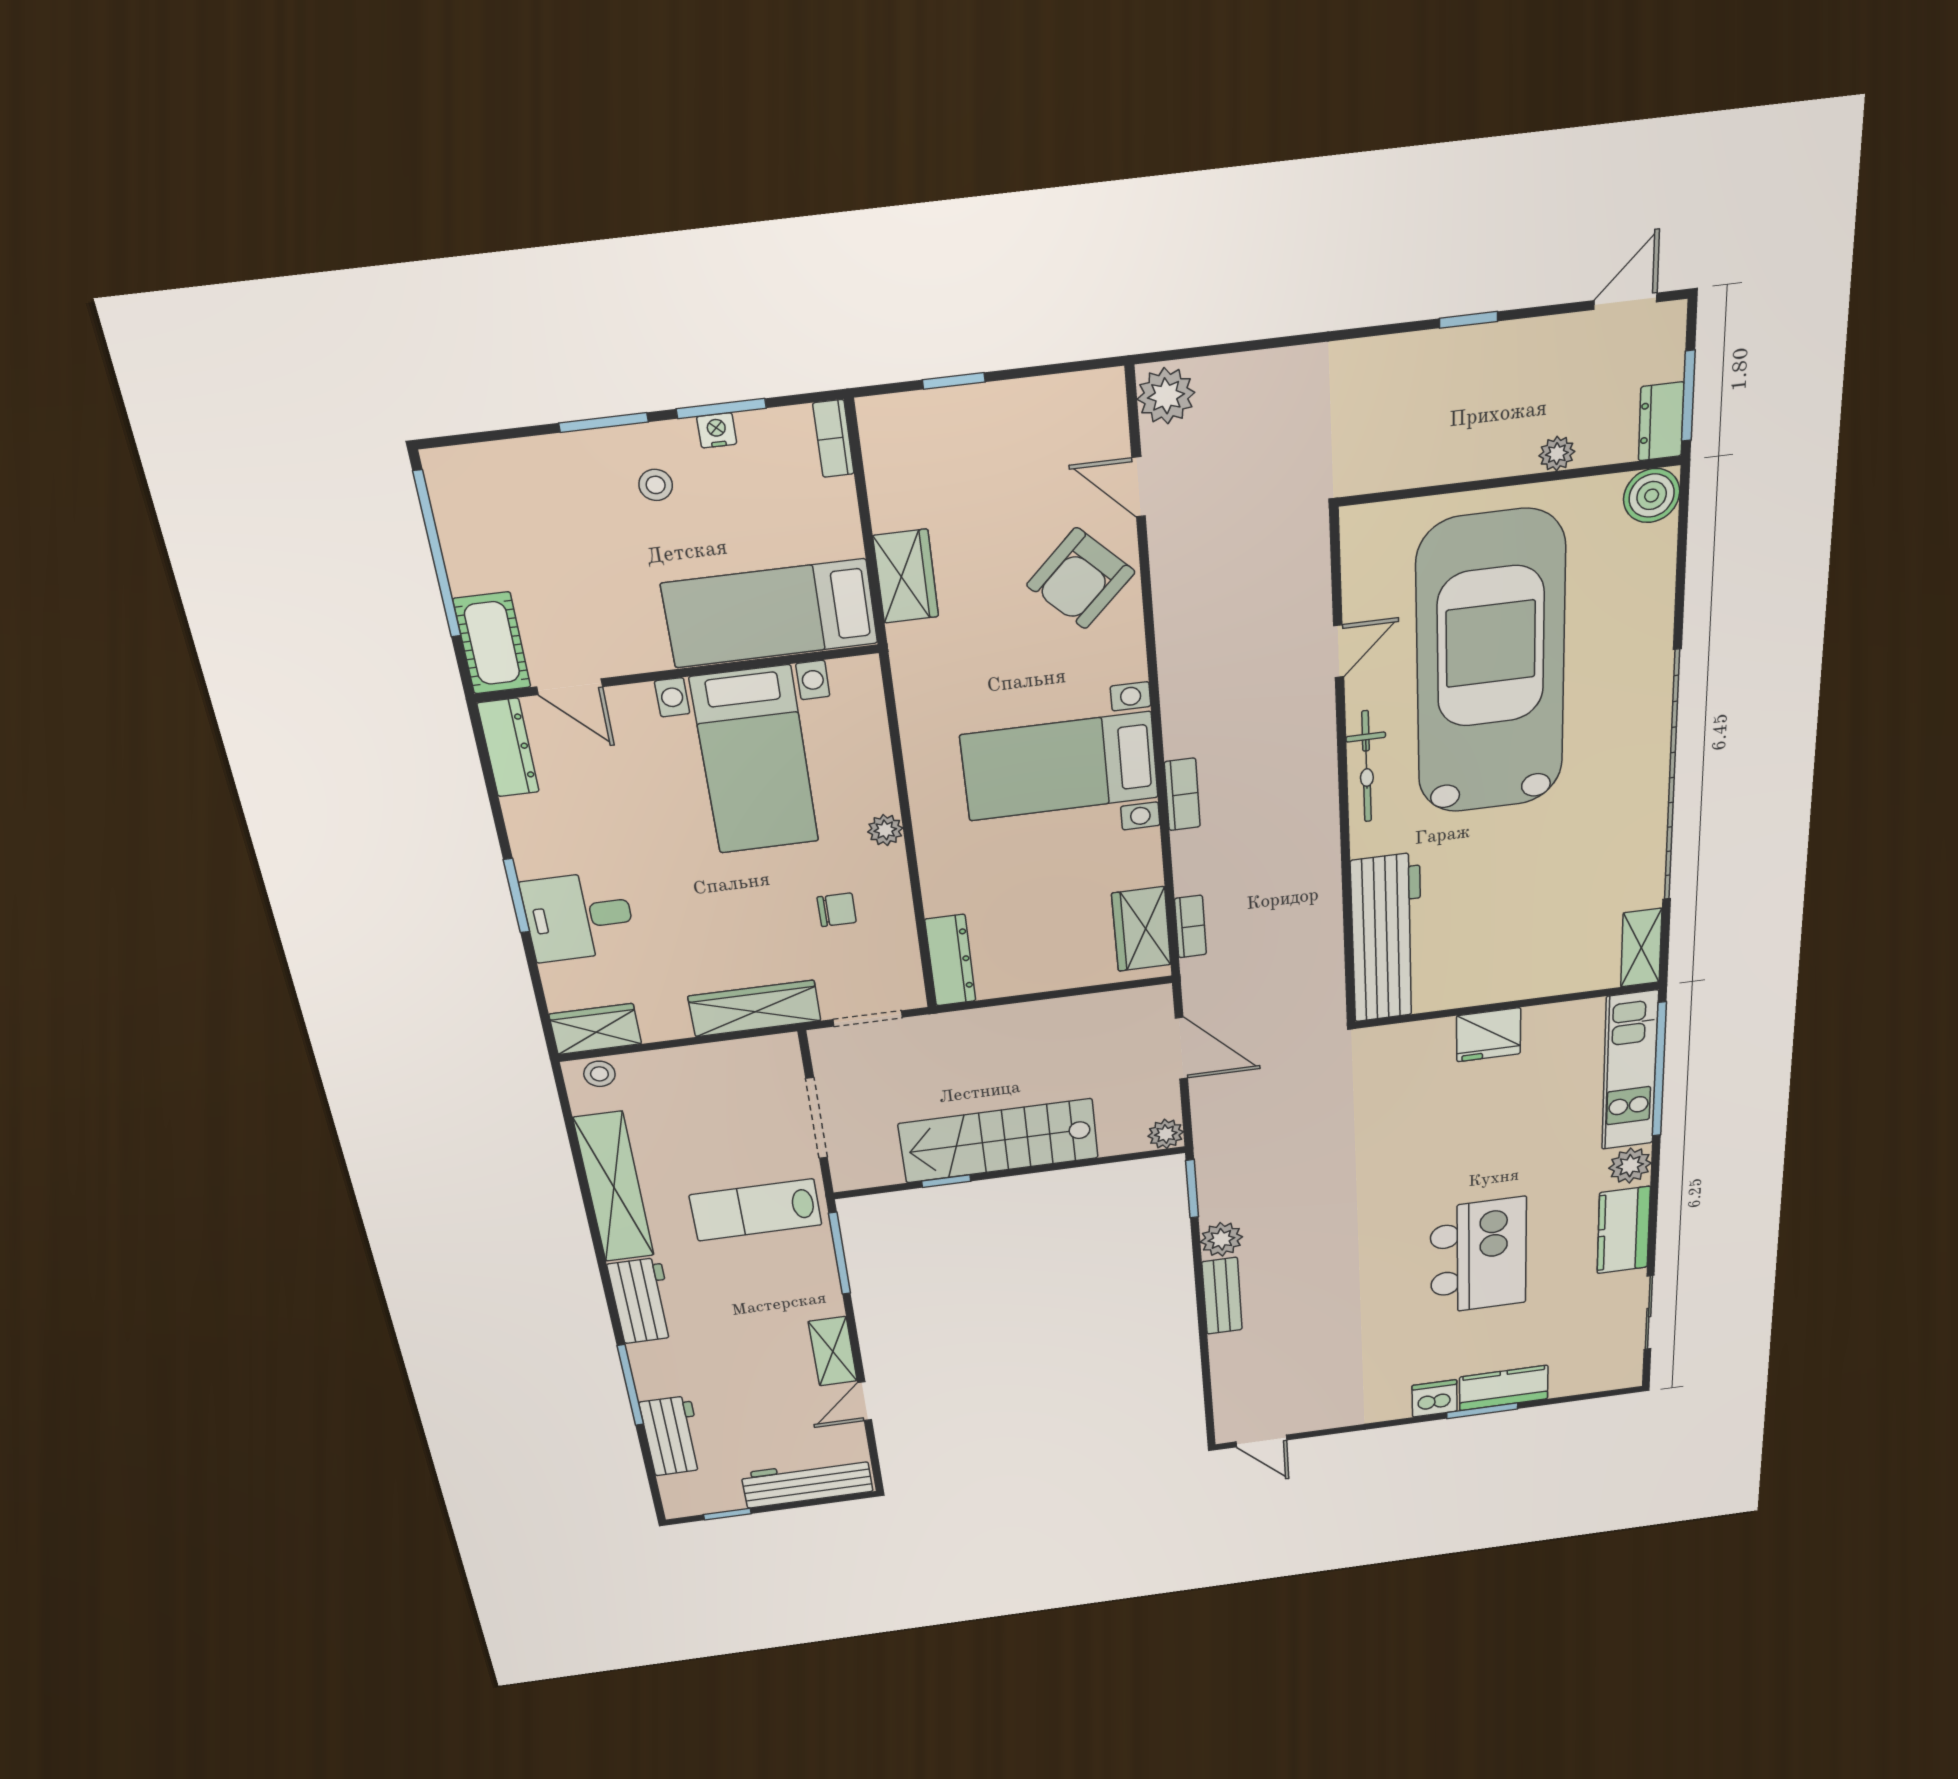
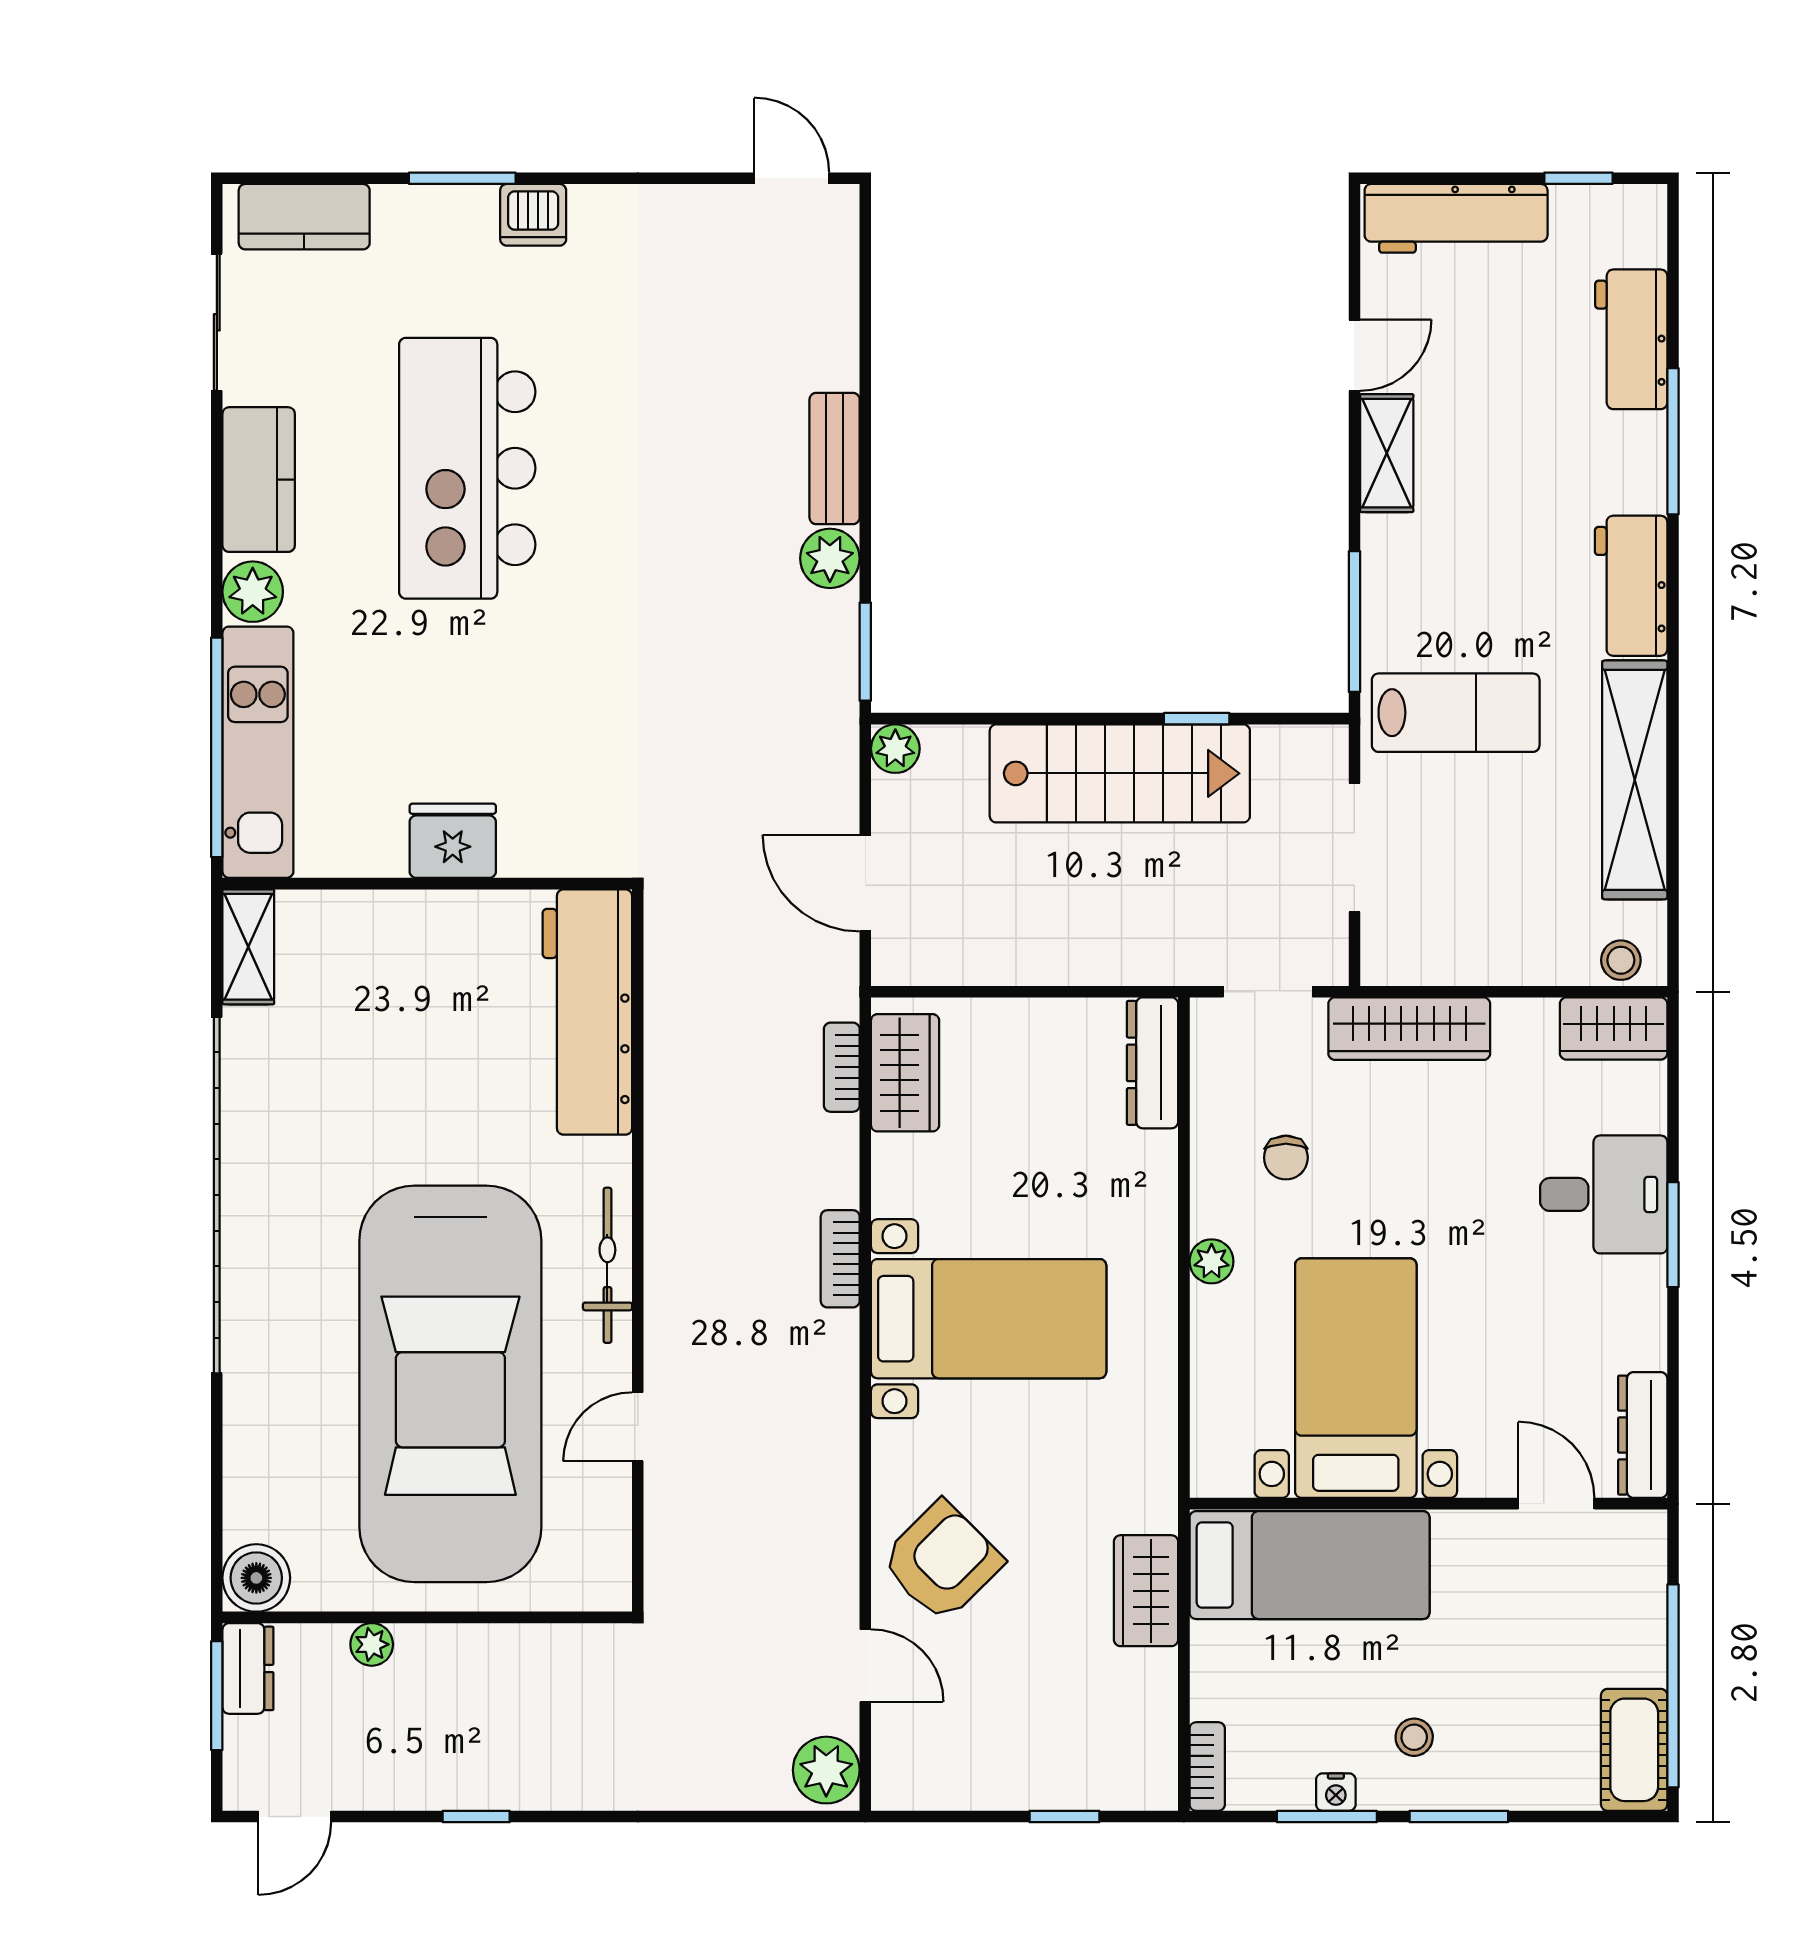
cot: (492, 643) -> (1634, 1750), moved
chair: (837, 910) -> (1286, 1158), turned -90
kitchen island: (1478, 1256) -> (467, 468), width x1.37
kitchen counter: (1504, 1388) -> (304, 217), moved

